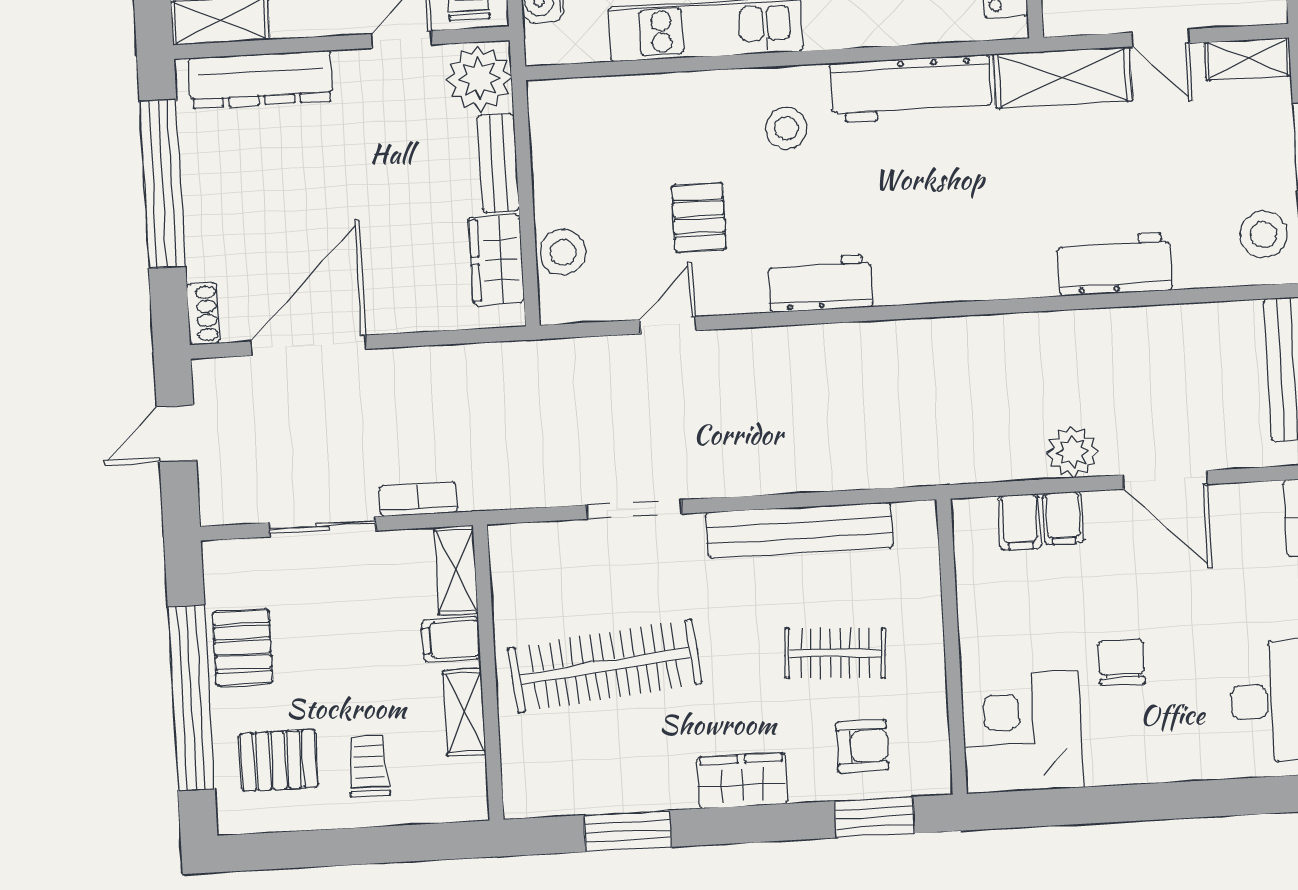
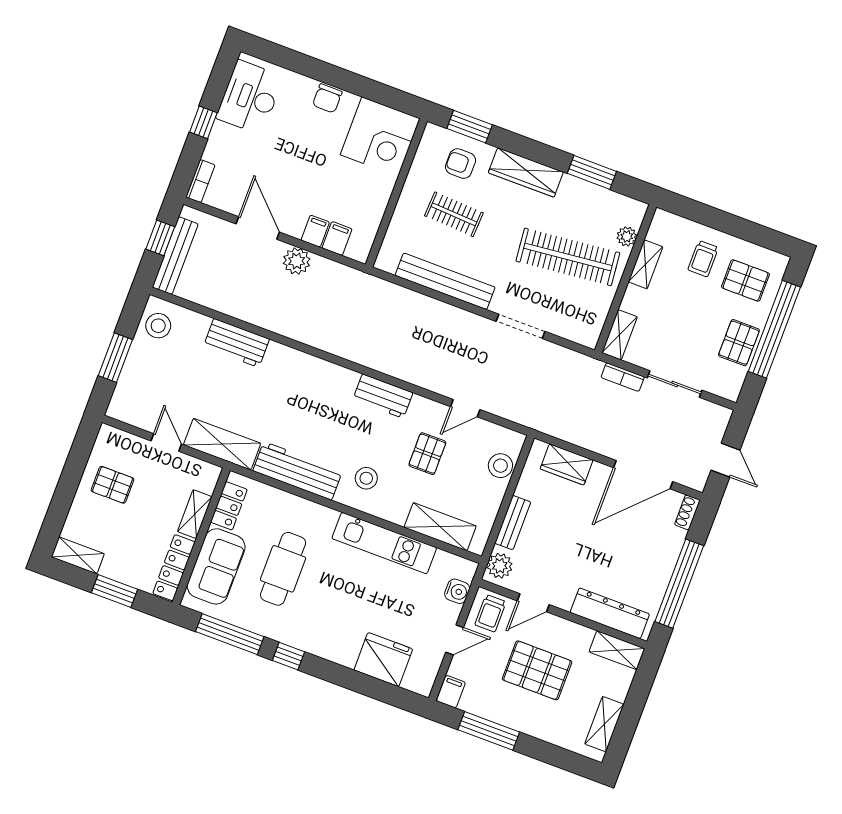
shelving: (1248, 59) -> (440, 527), moved, width x1.50, depth x1.33
plant: (479, 78) -> (500, 566), width x0.73, depth x0.73
wardrobe: (496, 260) -> (567, 464), moved, turned 90
door: (176, 433) -> (726, 460), hinge flipped
filing cabinet: (451, 639) -> (637, 302), removed
chair: (1122, 662) -> (327, 98), moved
plant: (518, 746) -> (627, 236), added
wardrobe: (742, 781) -> (526, 172), width x1.50

